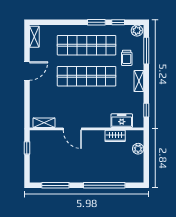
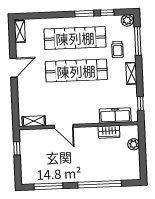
freezer: (122, 121) -> (115, 116), width x1.40

